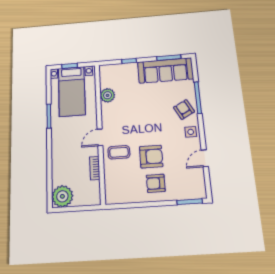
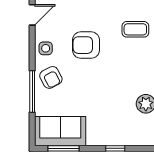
sofa: (165, 70) -> (60, 131), width x0.73
armchair: (151, 157) -> (86, 45), moved

